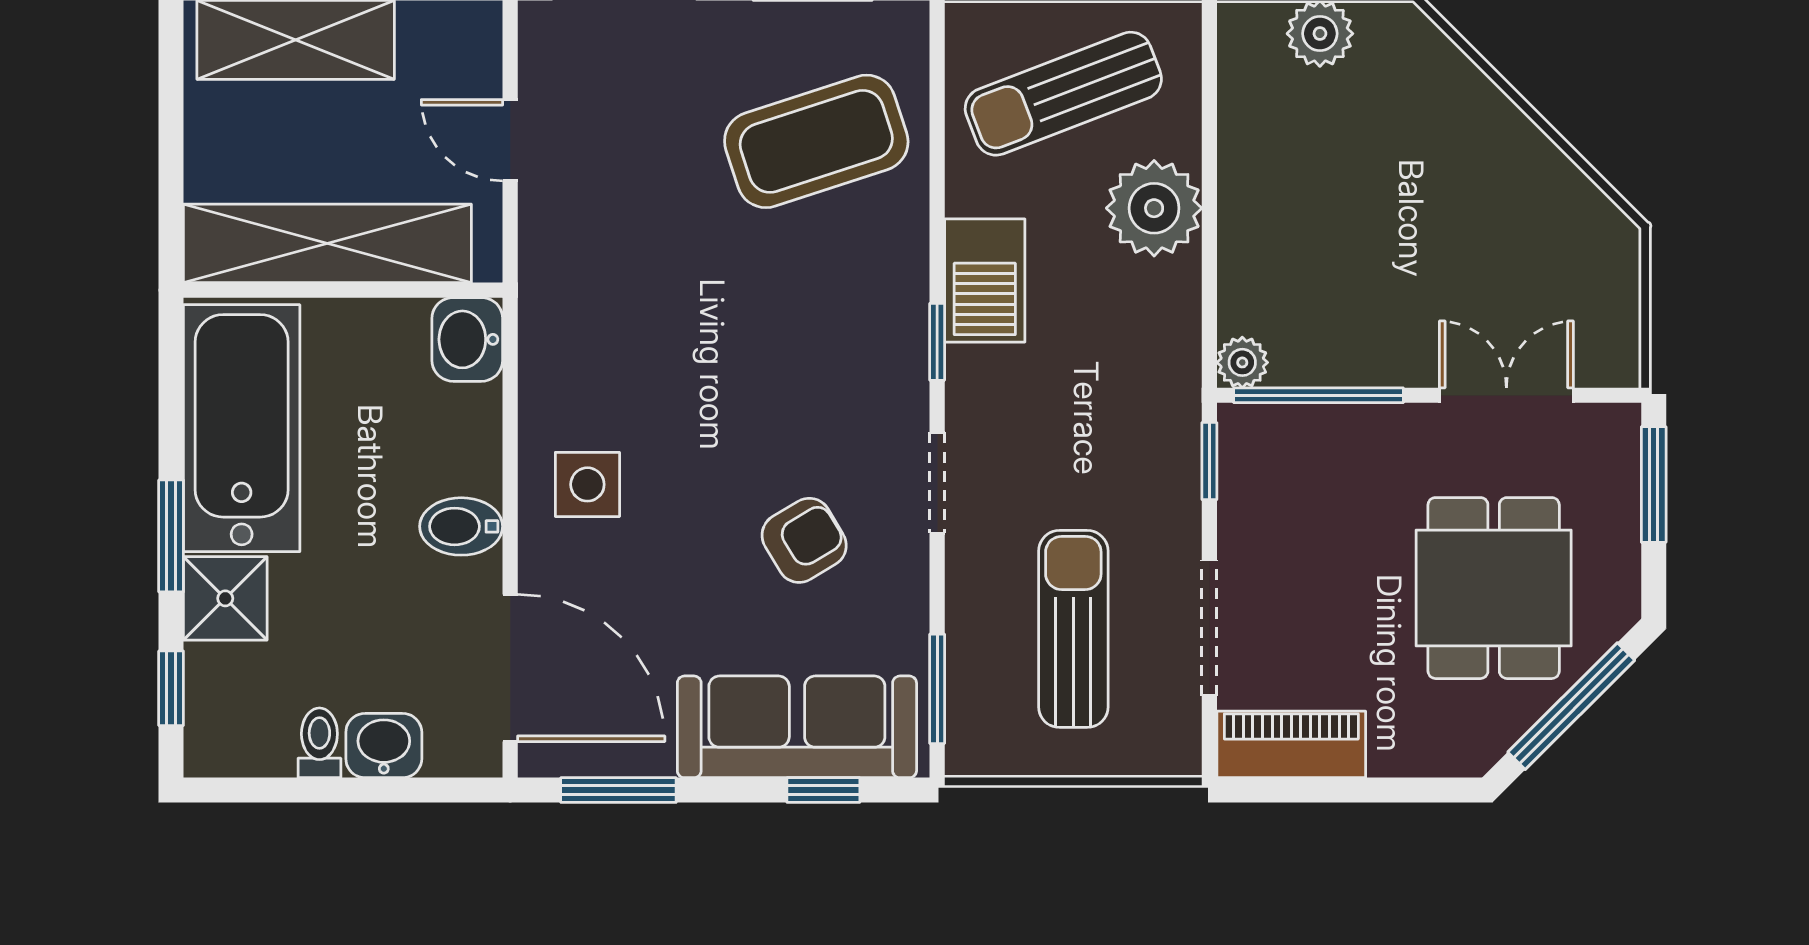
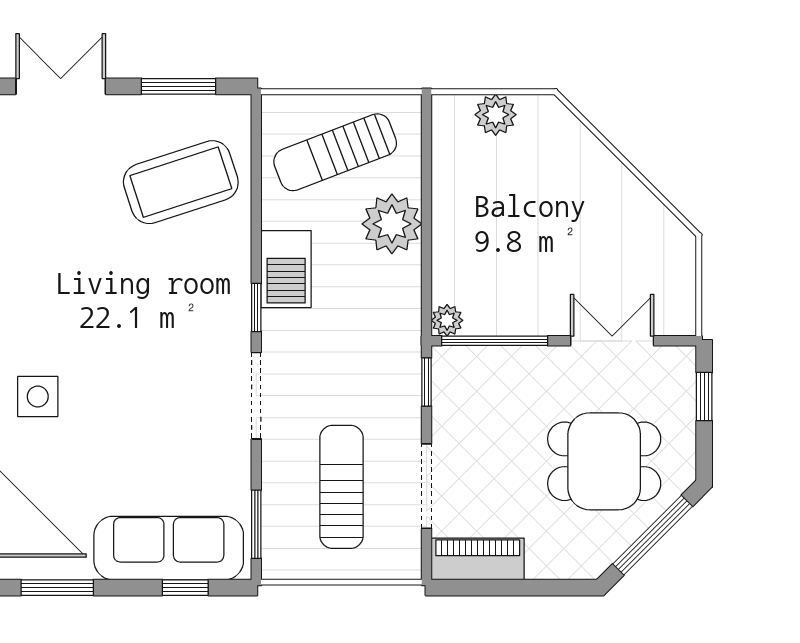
doorway: (937, 483) -> (256, 396), width x1.38
window: (1654, 485) -> (704, 397), width x0.67
armchair: (804, 540) -> (173, 431), removed
dining table: (1494, 588) -> (604, 461), turned 90

